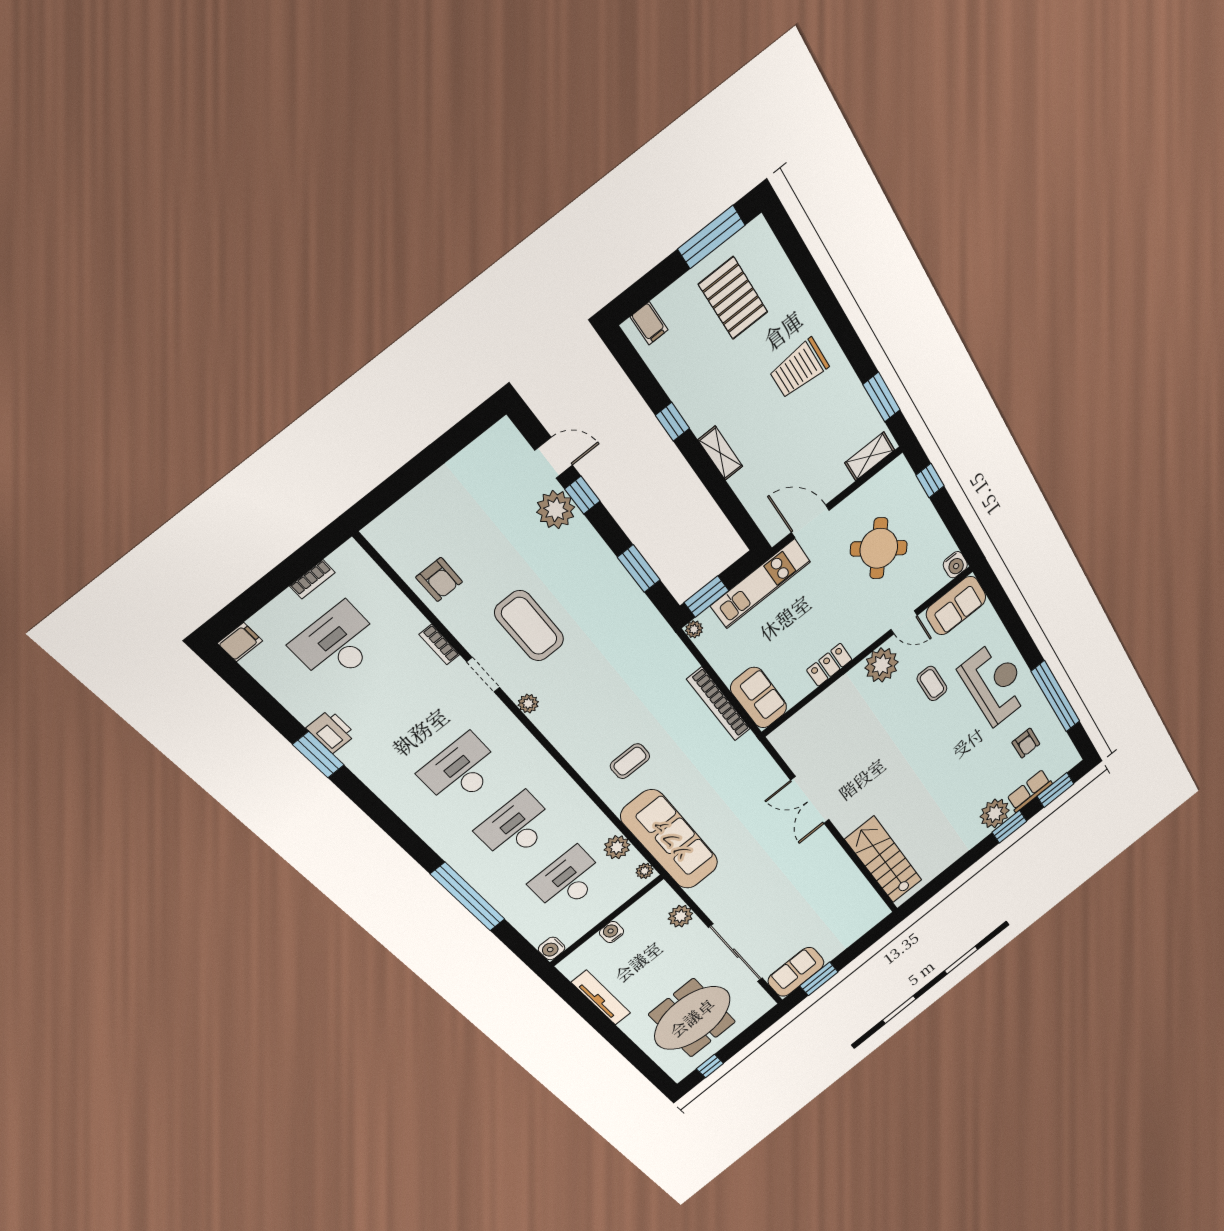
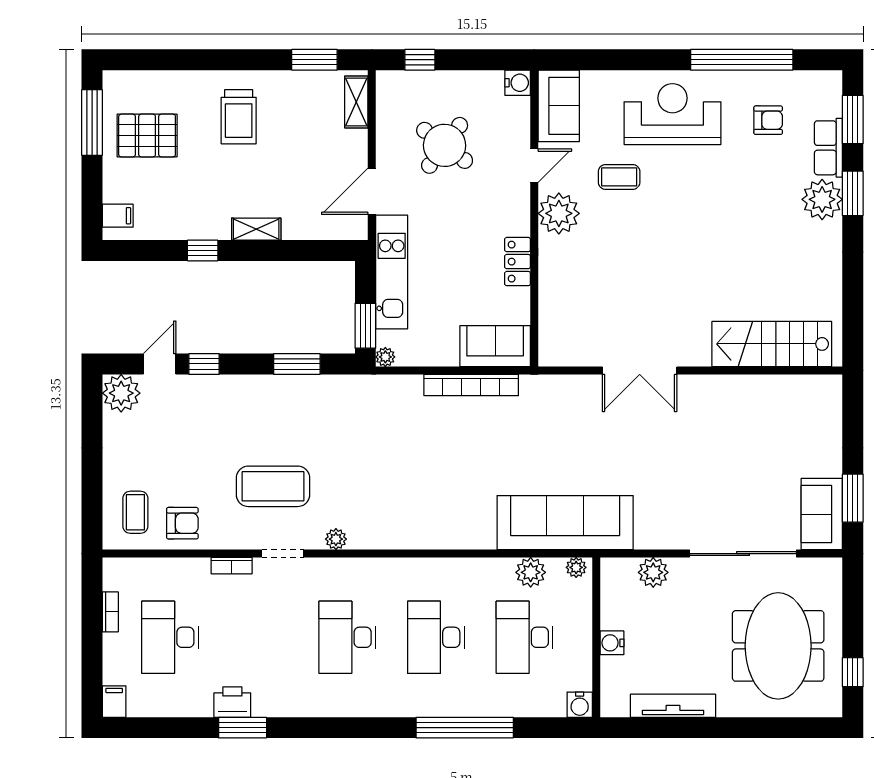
plant: (556, 510) -> (121, 393), moved
coffee table: (630, 761) -> (135, 512), moved

